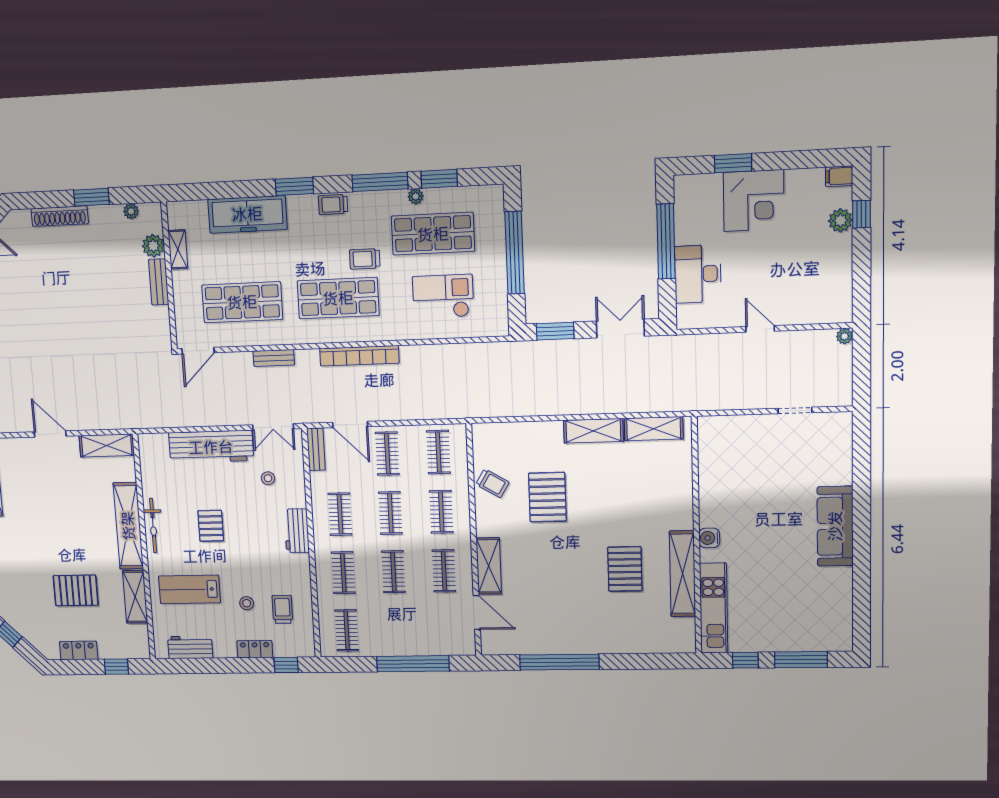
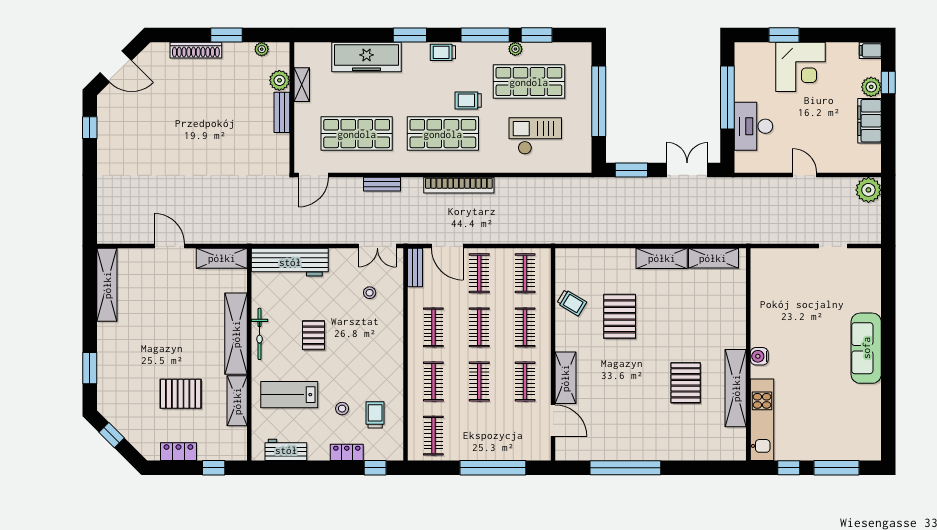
filing cabinet: (838, 261) -> (870, 121), added
plant: (845, 336) -> (868, 190), width x1.87, depth x1.87
workbench: (211, 447) -> (290, 262), moved
workbench: (297, 531) -> (393, 342), removed

